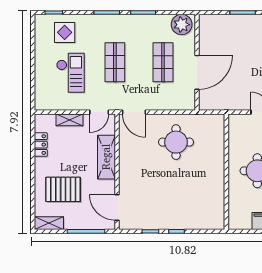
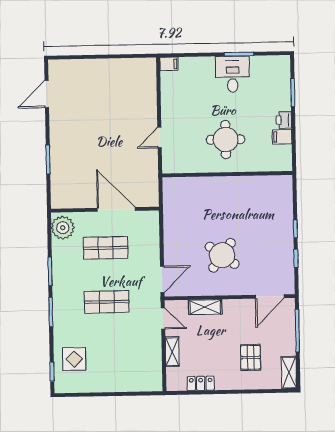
checkout: (70, 73) -> (119, 352), removed
round table: (176, 142) -> (222, 255), moved, turned 36
shelving: (106, 157) -> (205, 307), width x0.67, depth x0.75
pallet: (63, 189) -> (251, 357), width x0.67, depth x0.71

